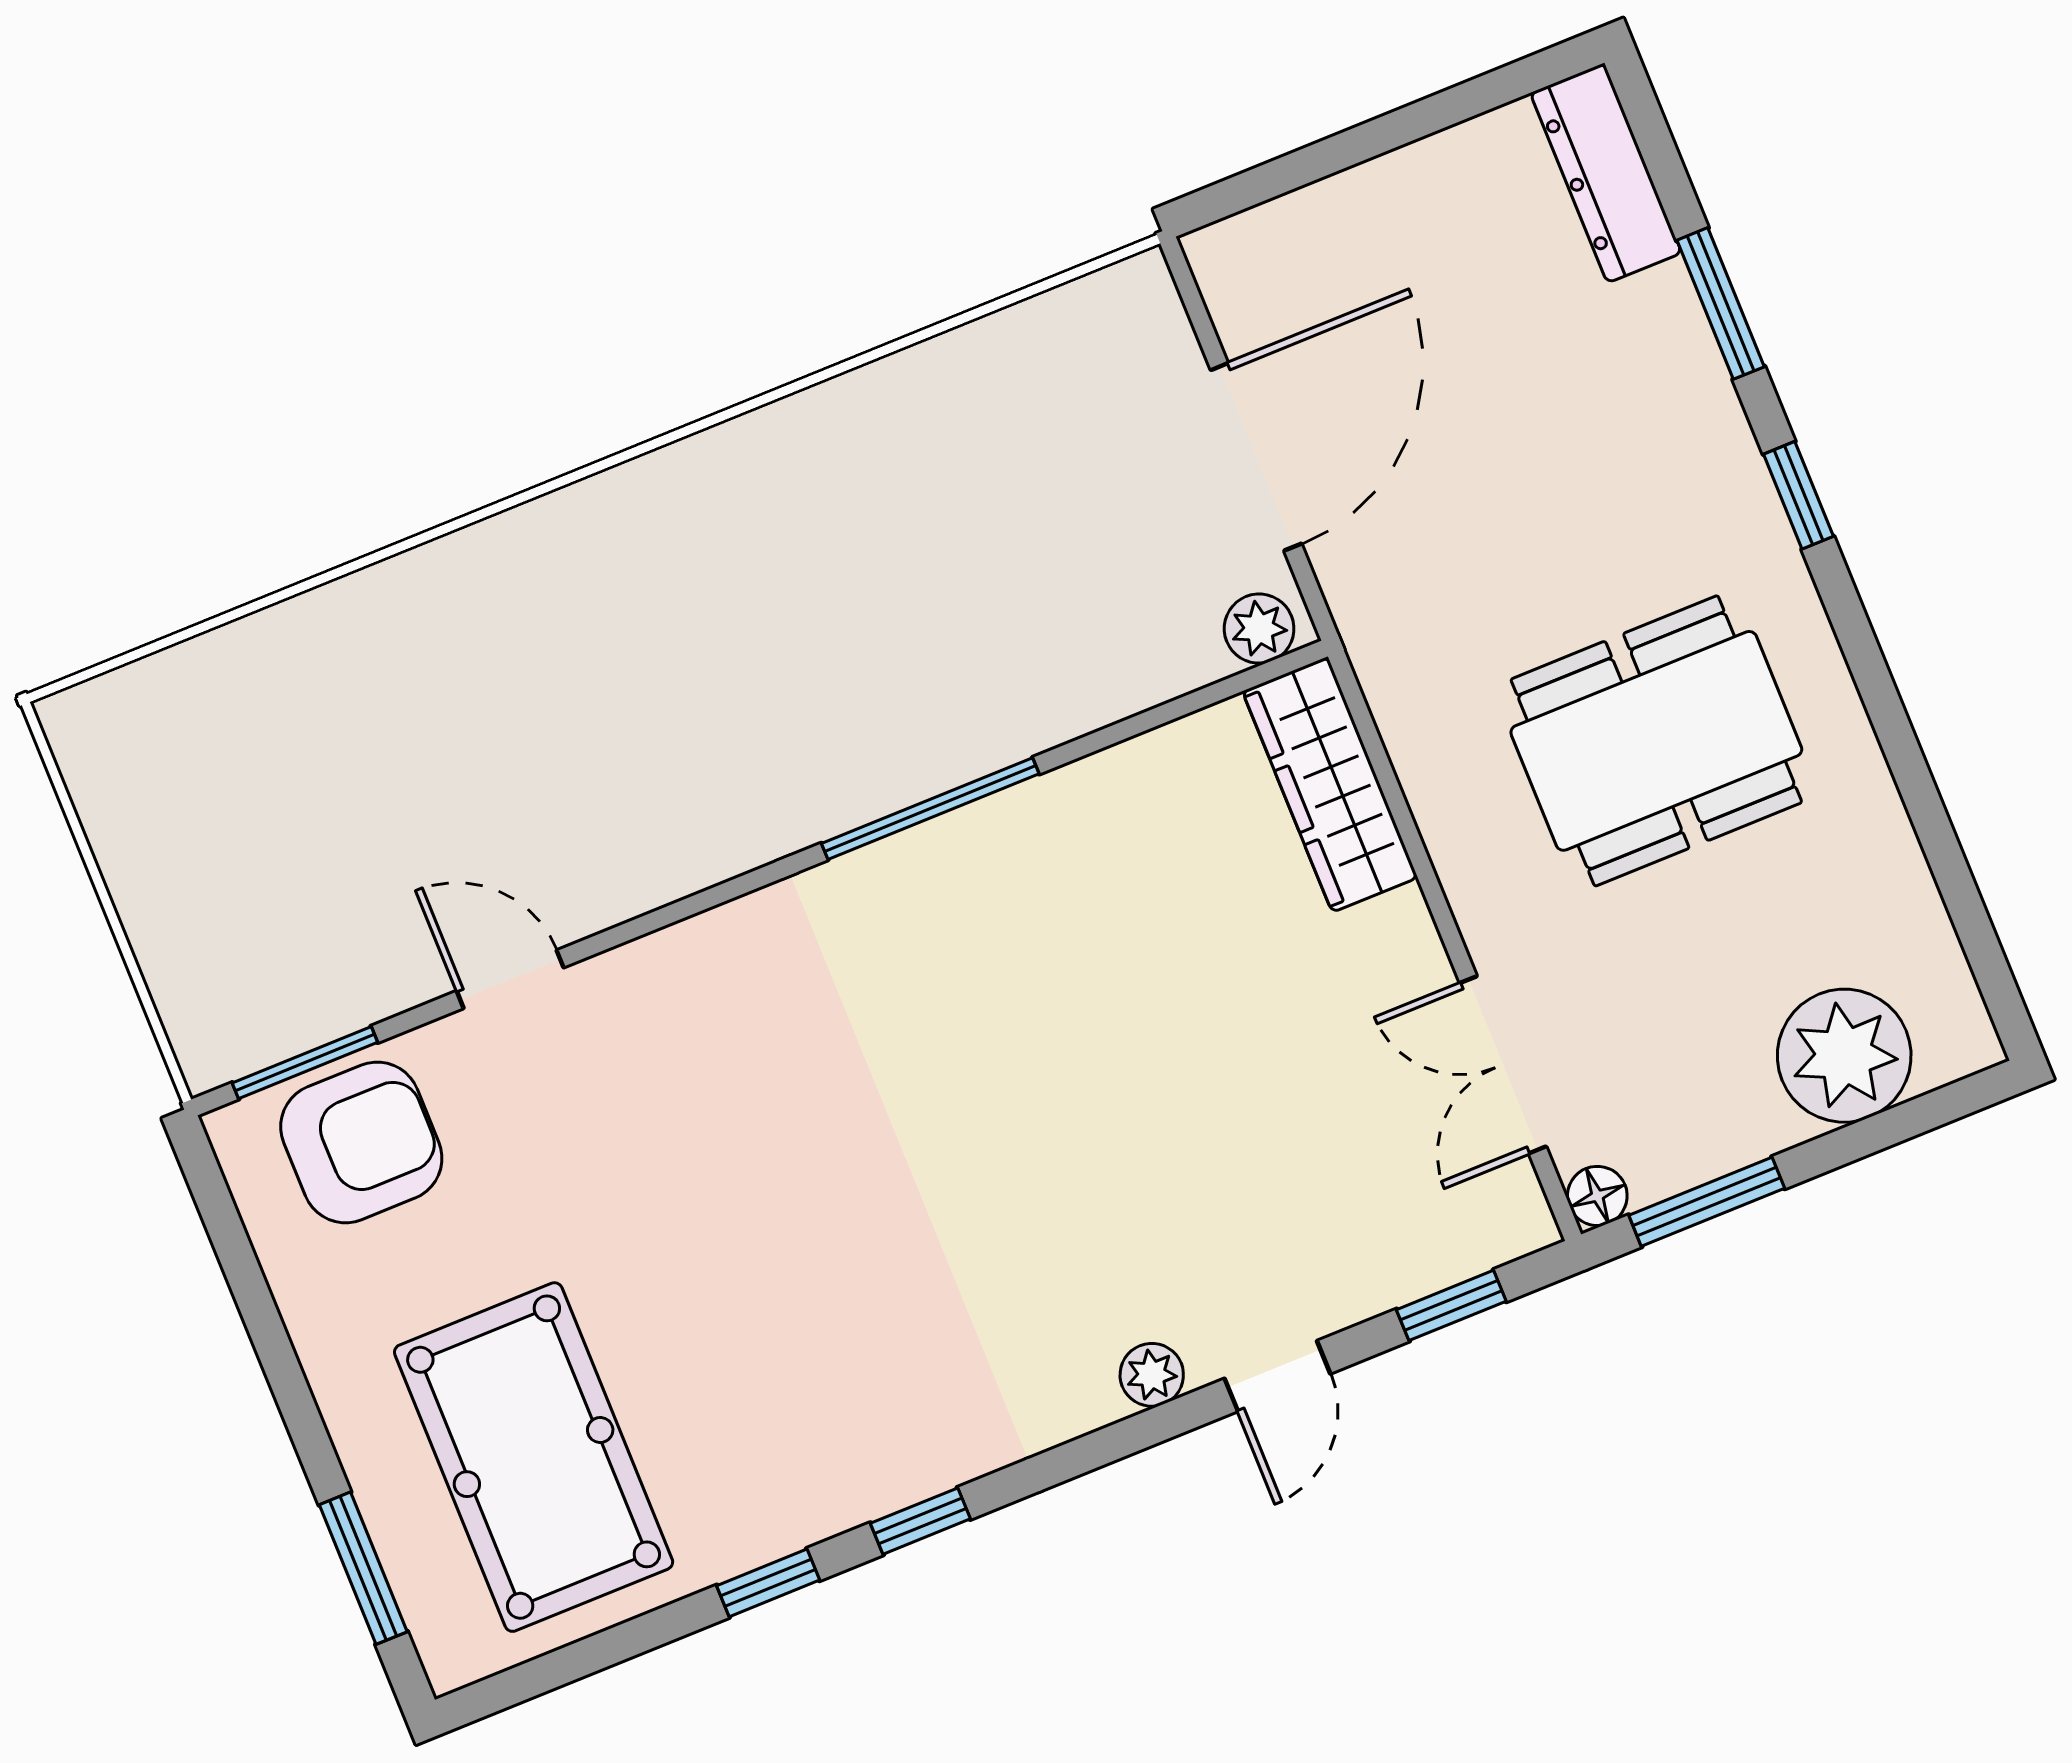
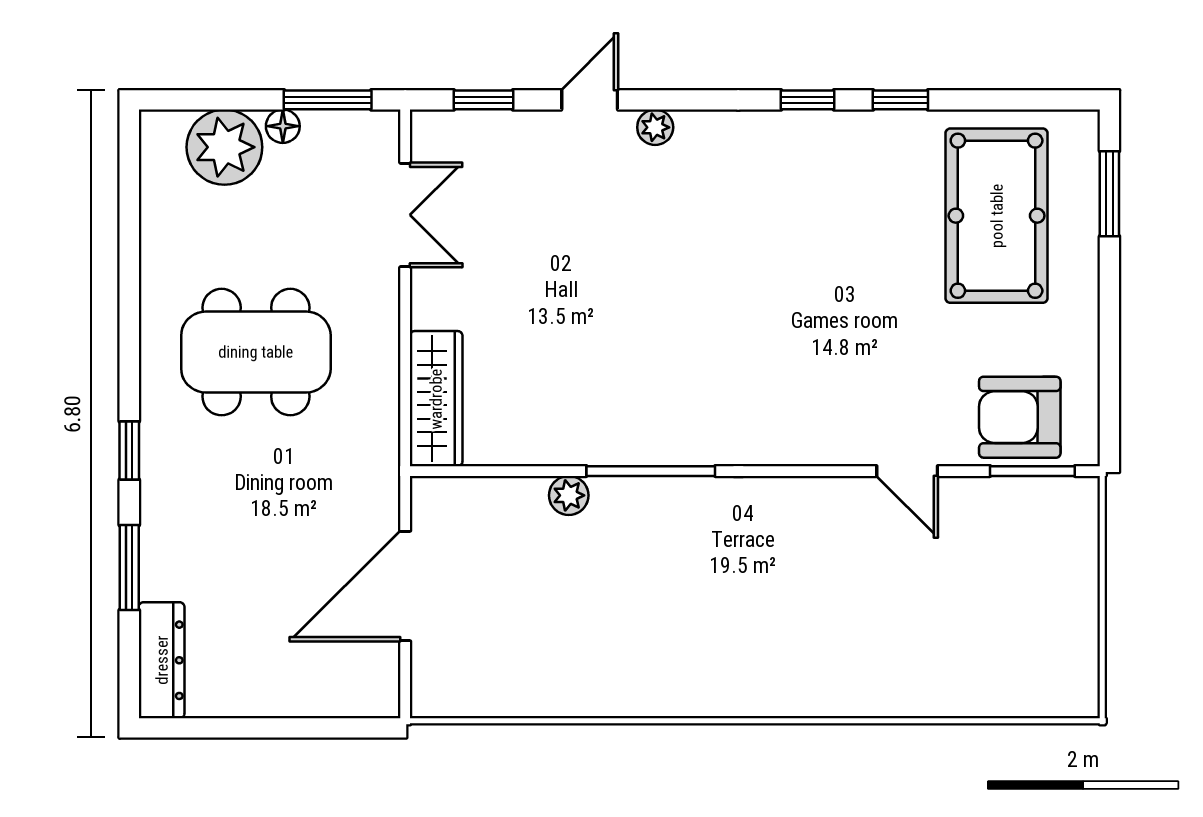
plant: (1259, 629) -> (569, 495), moved
floor lamp: (1597, 1196) -> (283, 126), moved

